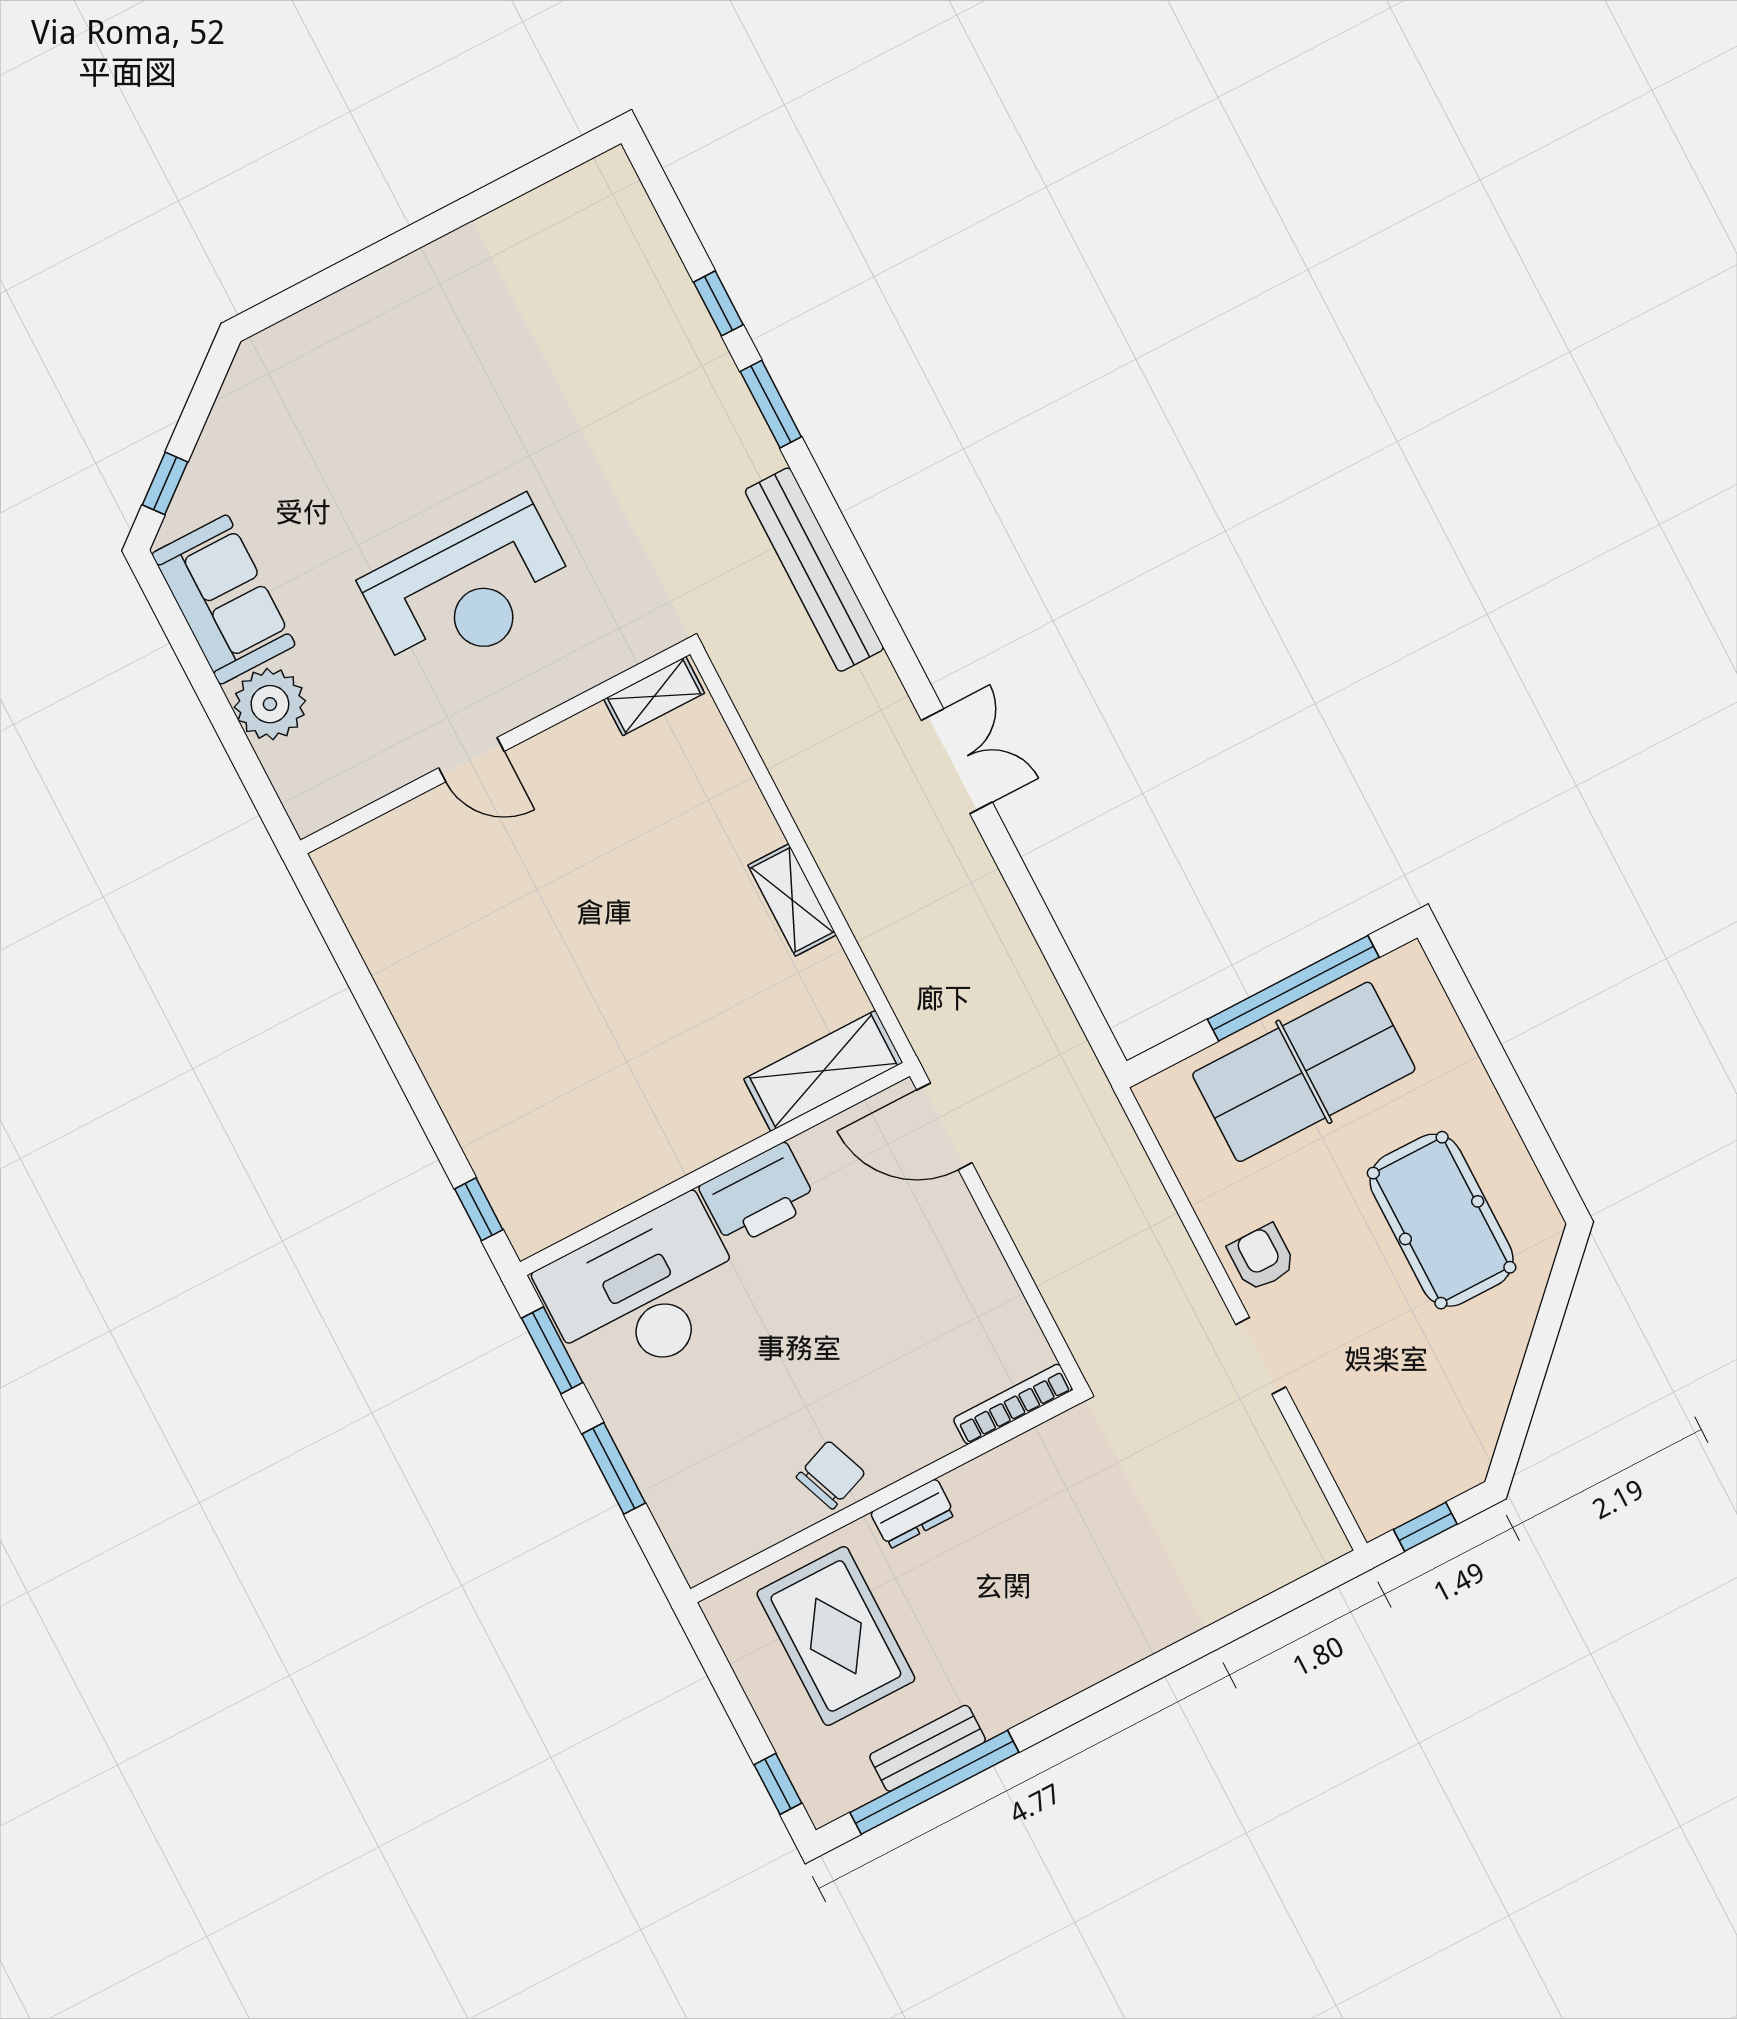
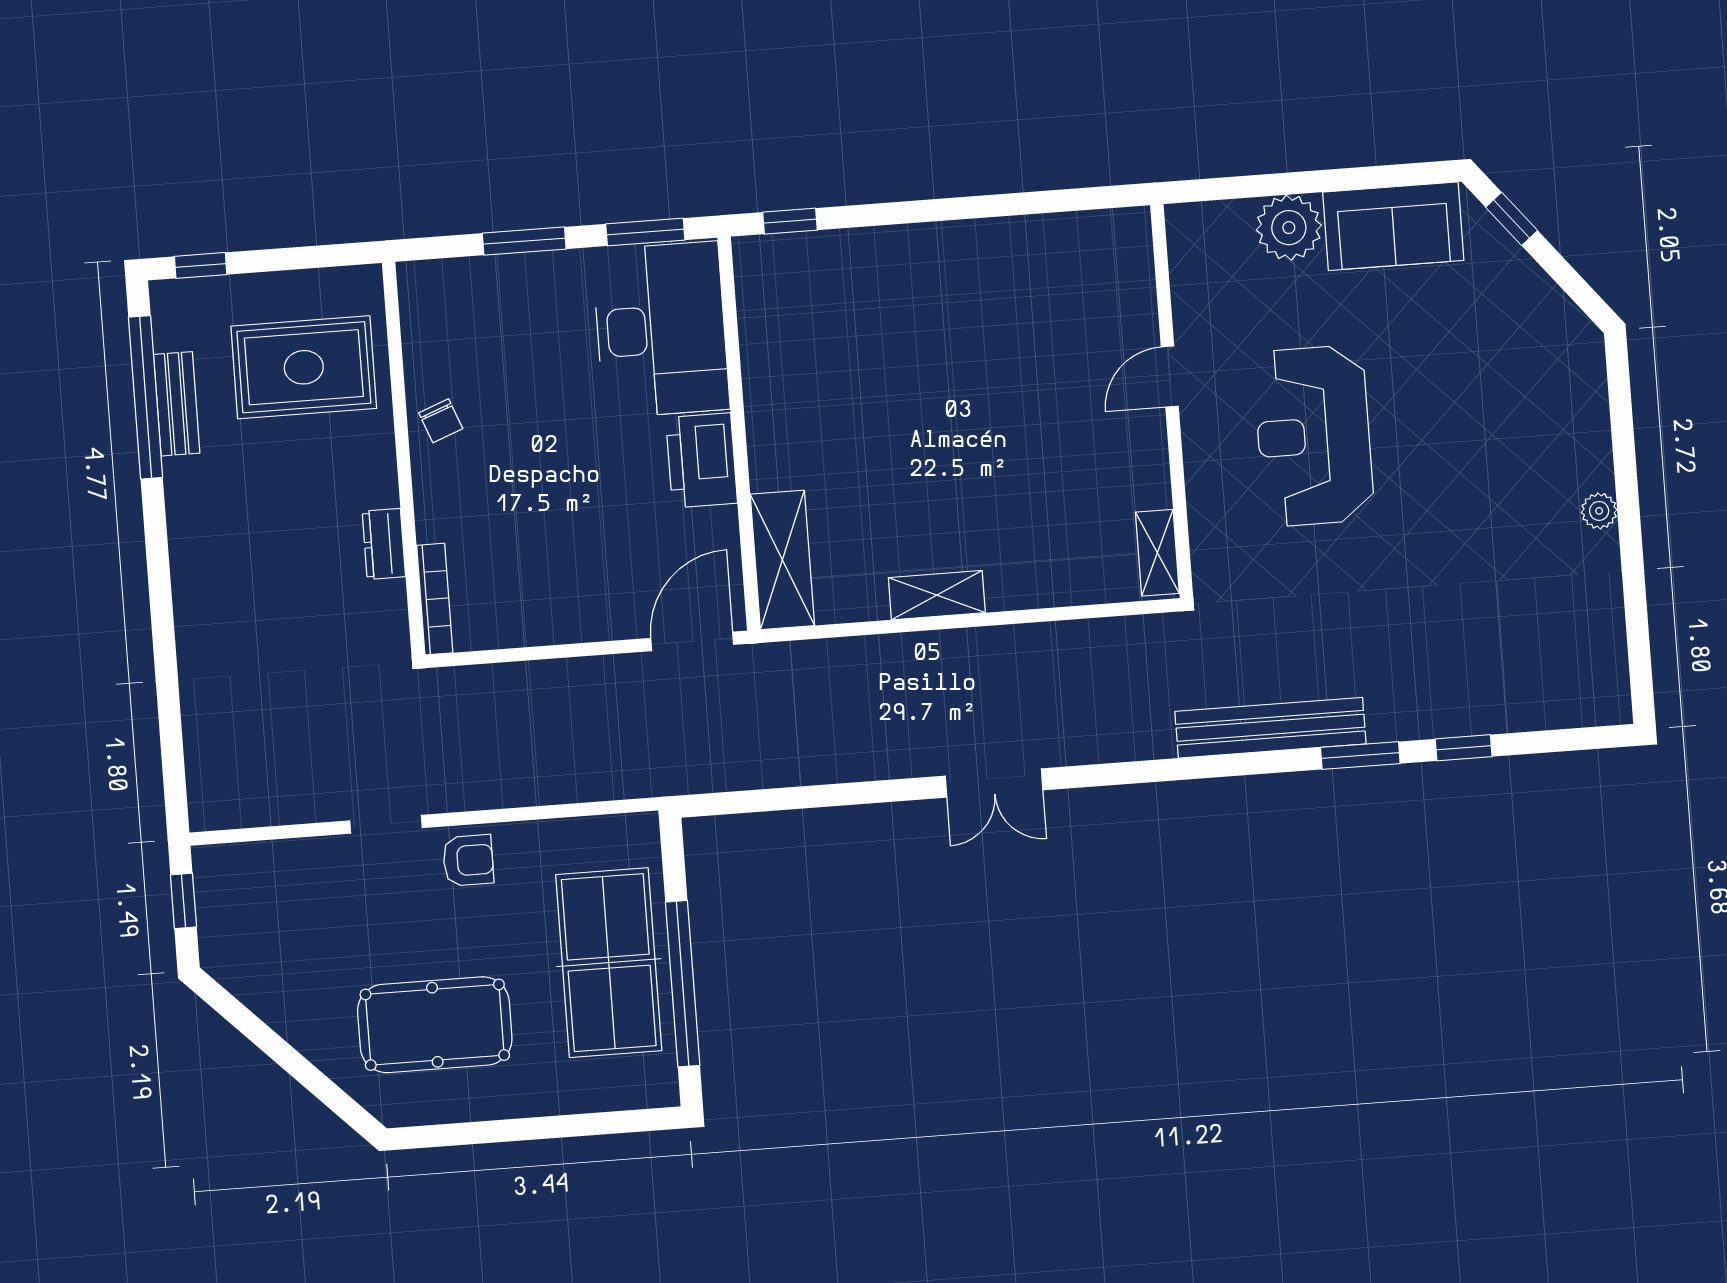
plant: (421, 269) -> (1599, 511), added
bench: (814, 570) -> (1270, 728), moved
chair: (831, 1475) -> (441, 421), width x0.73, depth x0.73
dresser: (913, 1514) -> (384, 544), moved

